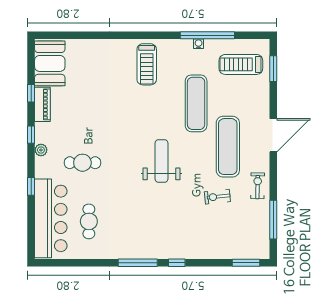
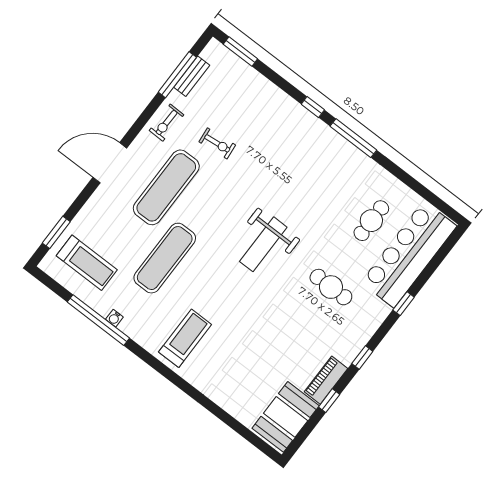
plant: (41, 150) -> (364, 334), removed
weight bench: (161, 161) -> (263, 244), moved
bench: (264, 225) -> (192, 76), added

